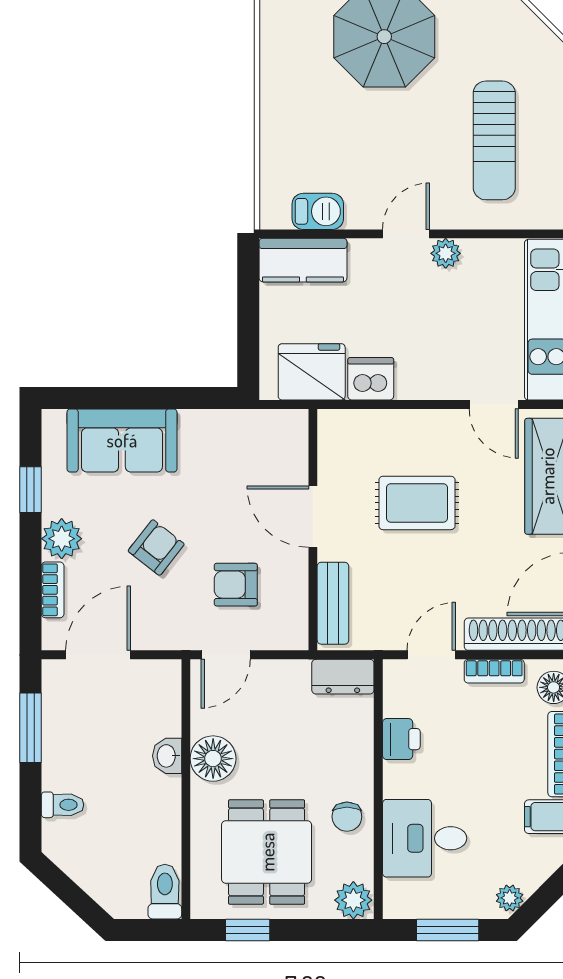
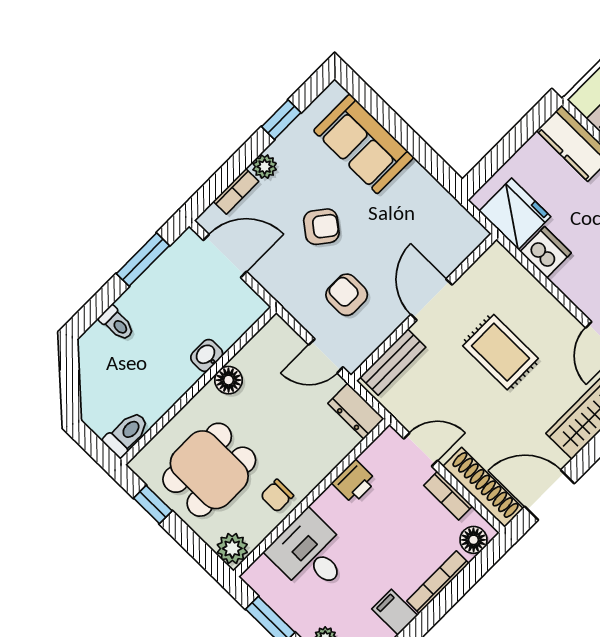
plant: (62, 539) -> (265, 167), width x0.73, depth x0.73
door: (226, 655) -> (326, 356), moved
floor lamp: (213, 759) -> (228, 380), width x0.73, depth x0.73

